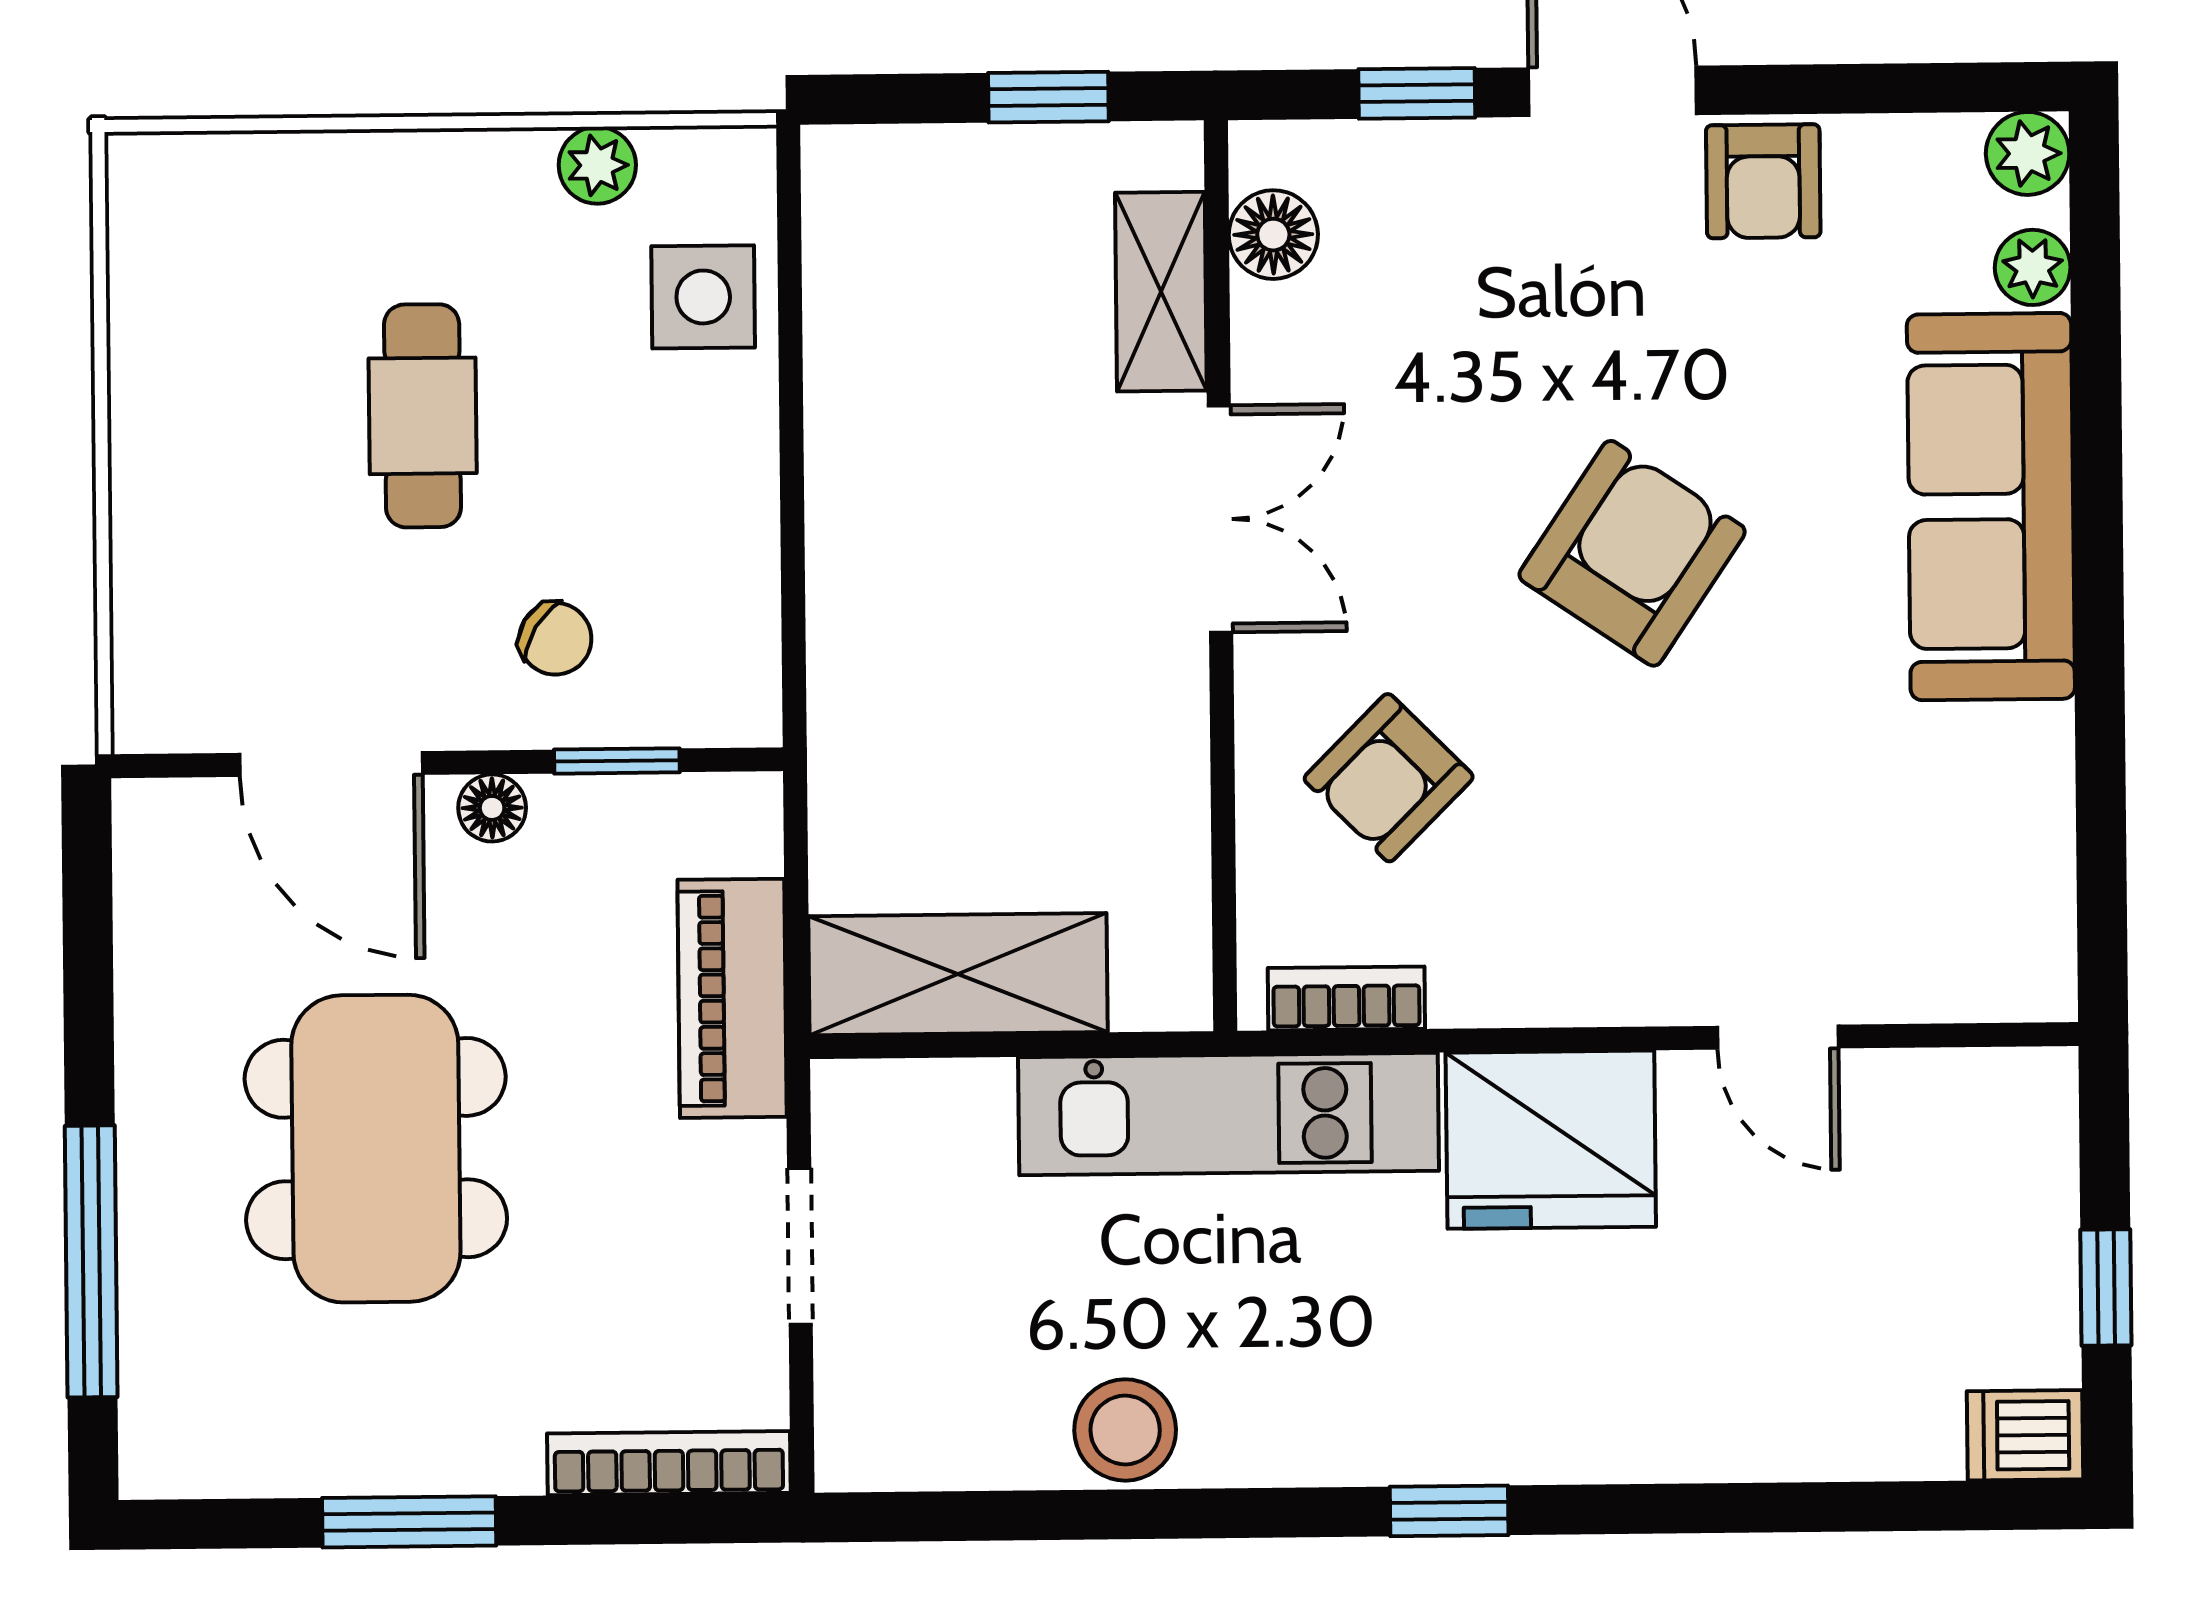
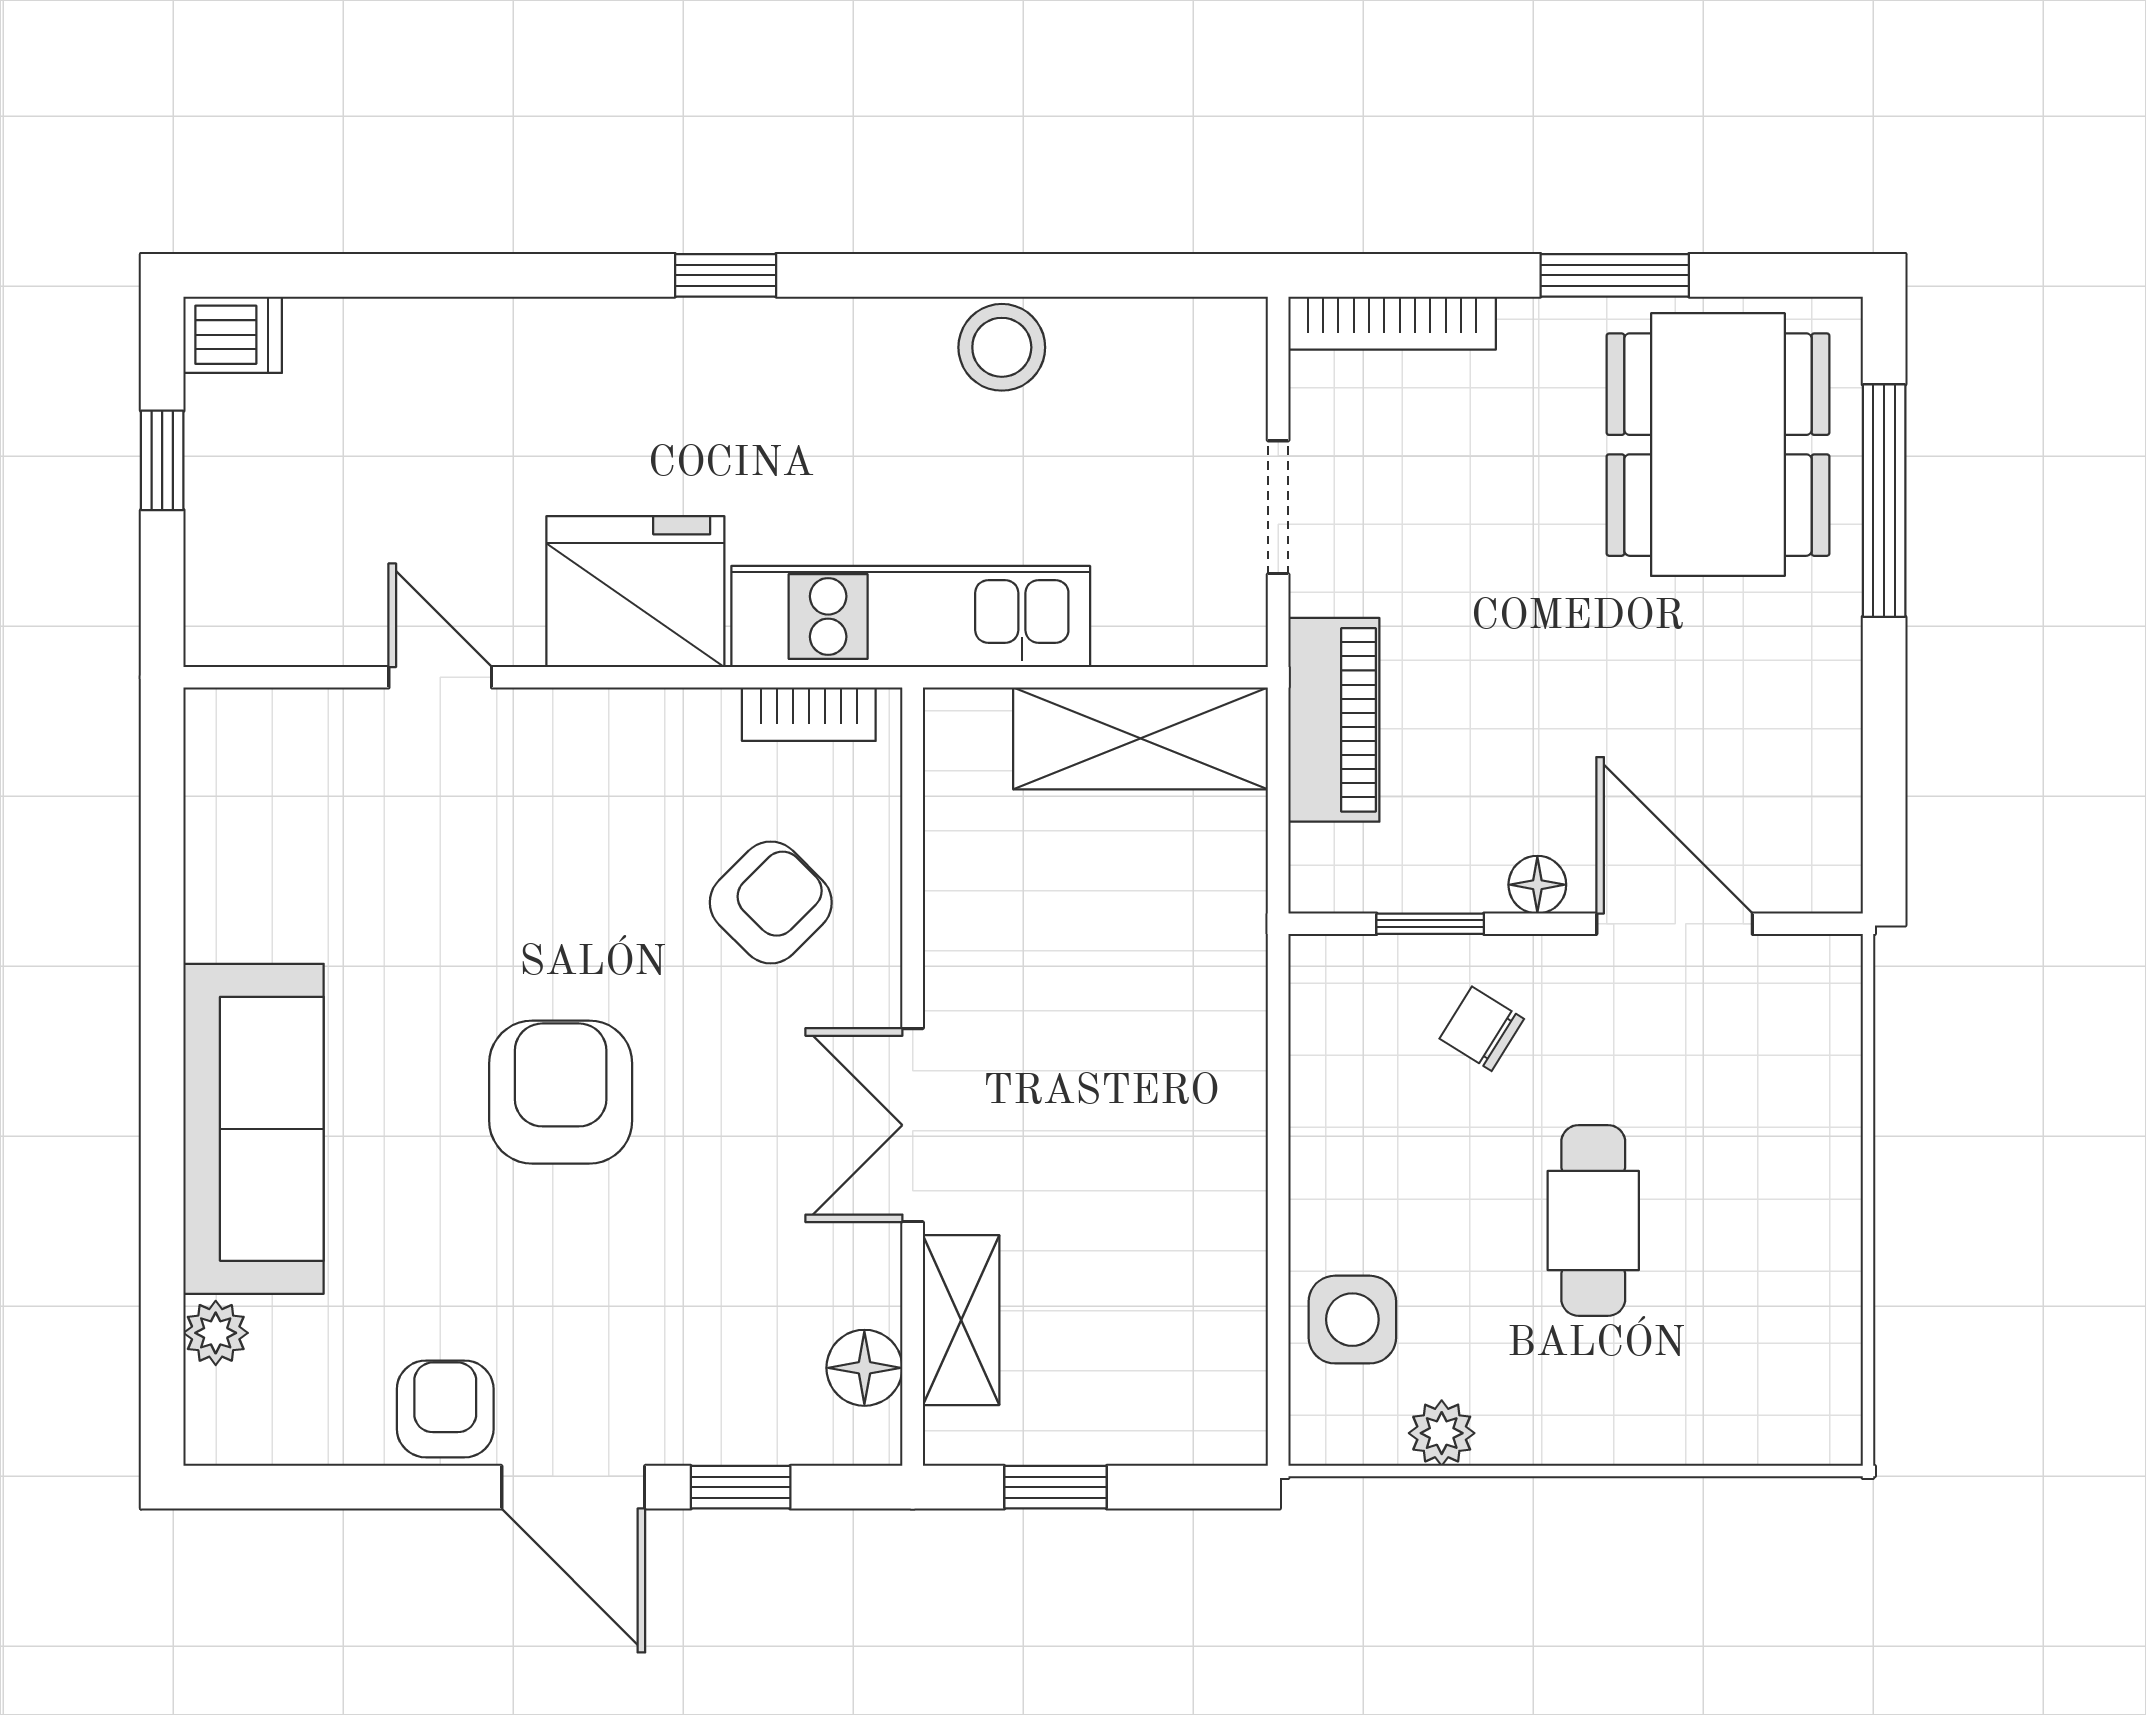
plant: (2028, 153) -> (219, 1430), removed
armchair: (1632, 553) -> (561, 1092), turned 146
dining table: (376, 1149) -> (1718, 445), moved

